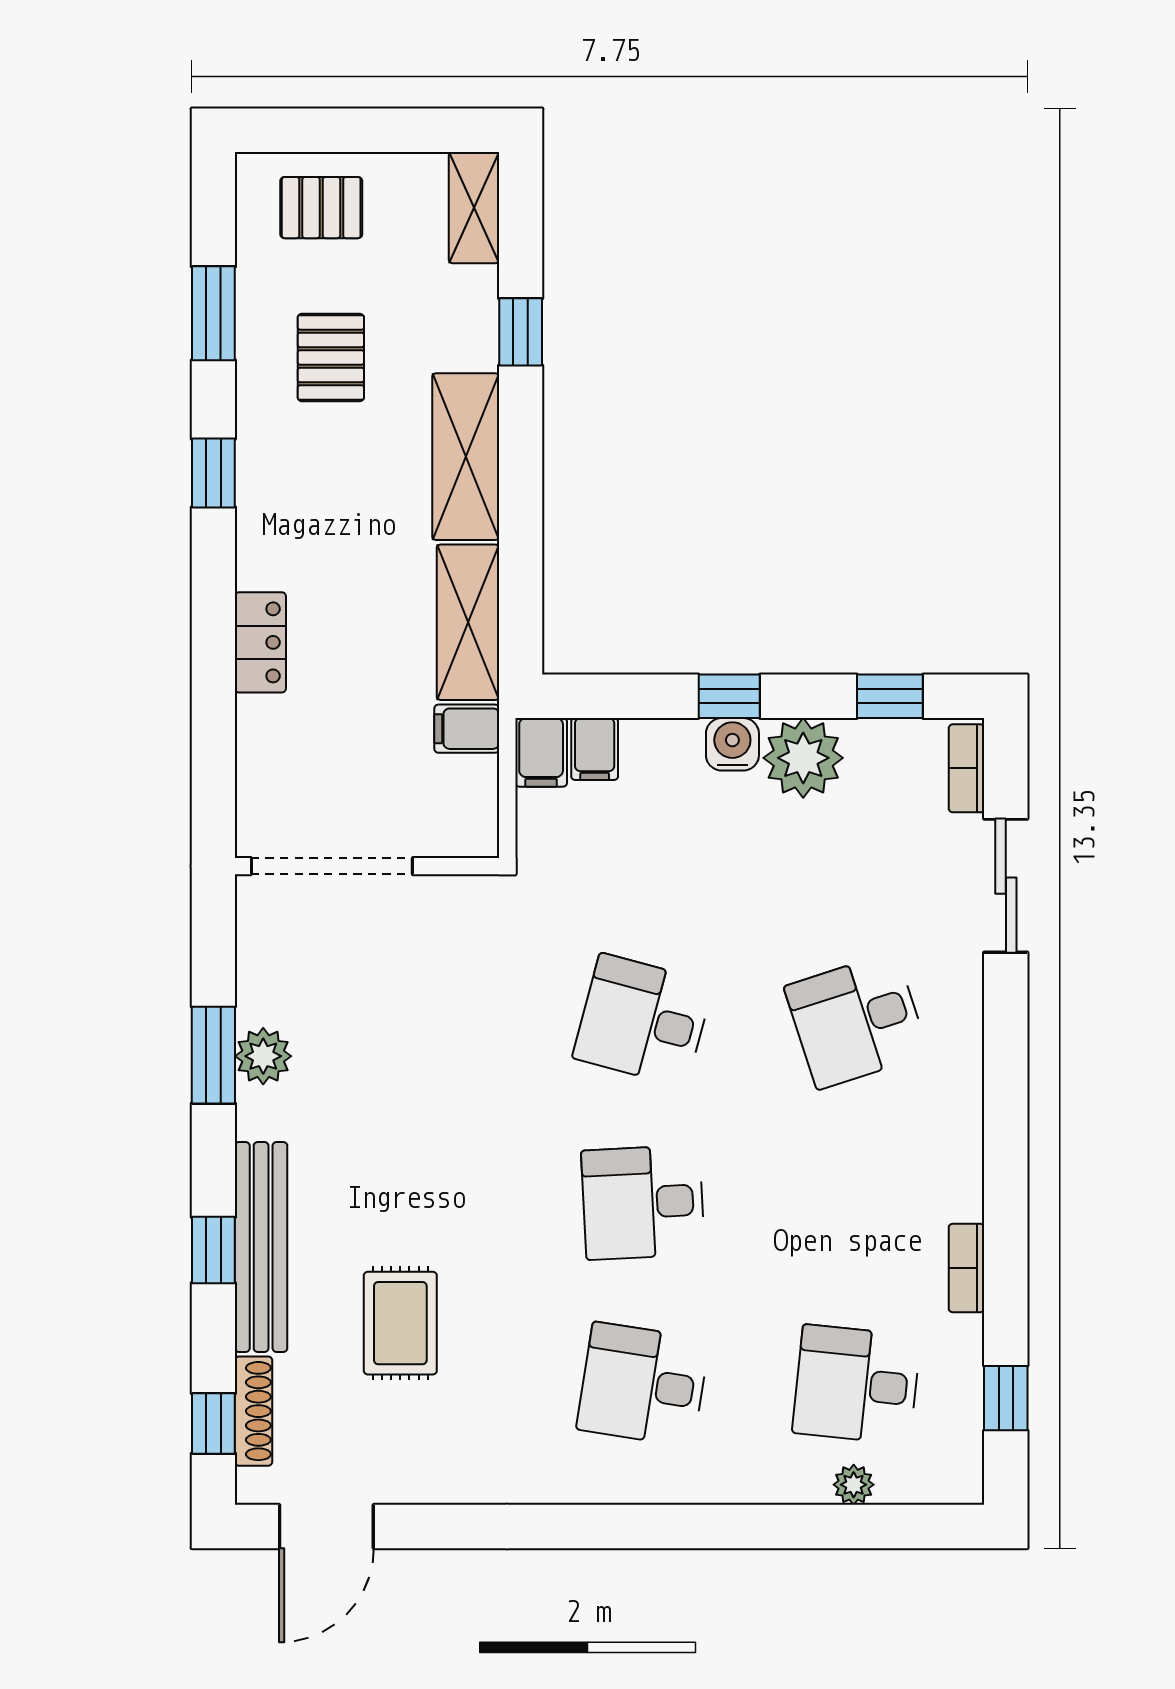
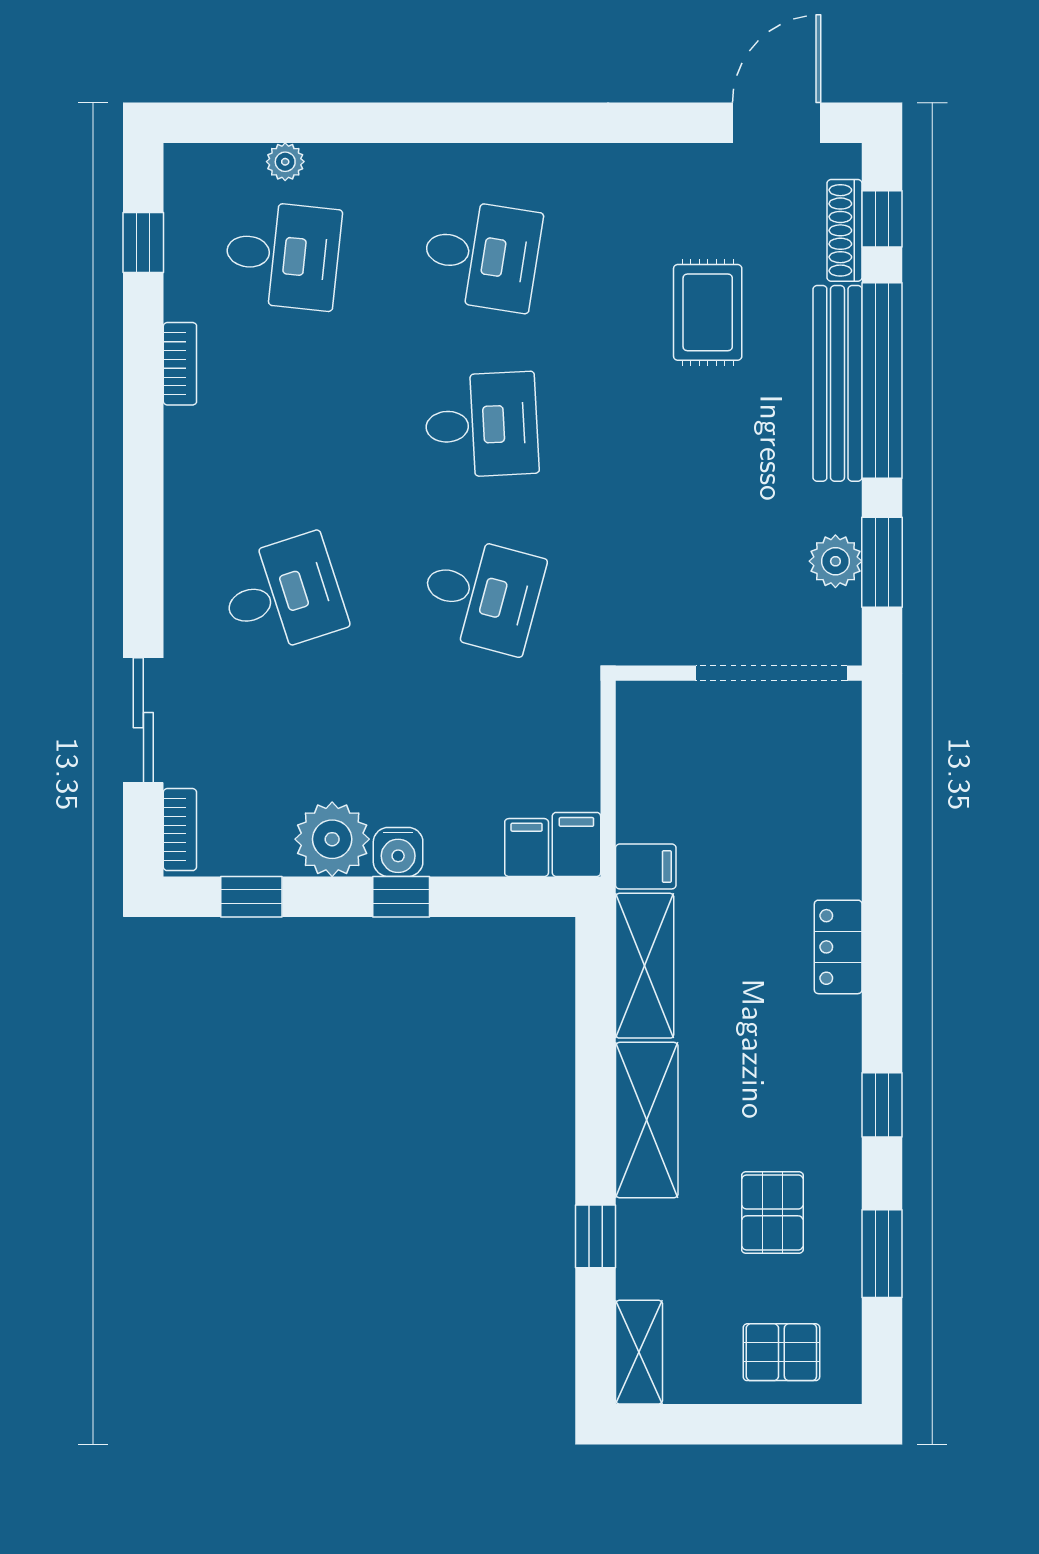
doorway: (332, 866) -> (771, 673), moved
wall: (367, 866) -> (739, 673), moved
window: (213, 1250) -> (882, 381), width x3.17

